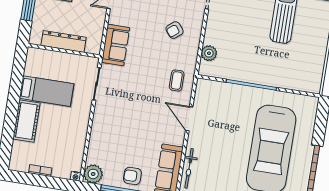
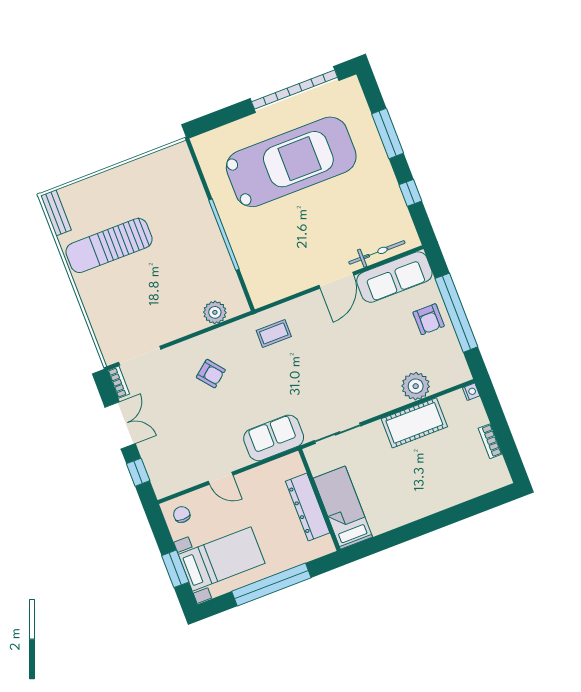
bed: (47, 91) -> (343, 508), moved
door: (189, 119) -> (336, 280), moved
cot: (26, 121) -> (414, 423), moved
plant: (93, 174) -> (416, 386), moved

